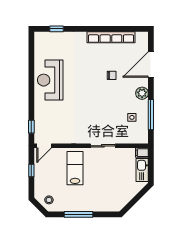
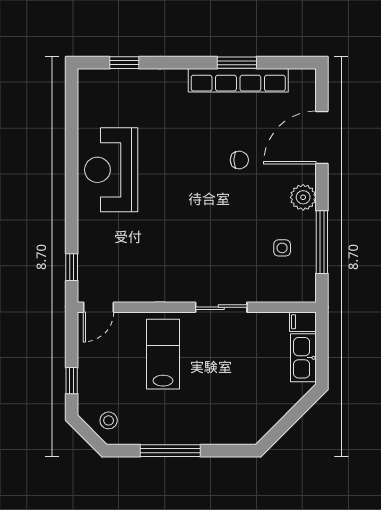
window: (110, 29) -> (237, 63), added
window: (31, 170) -> (72, 381), moved

